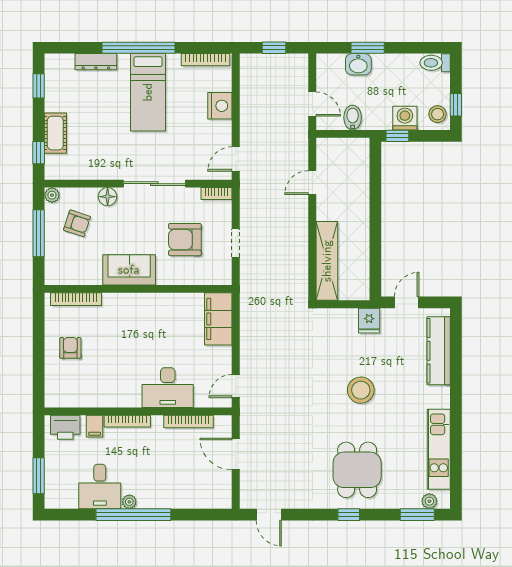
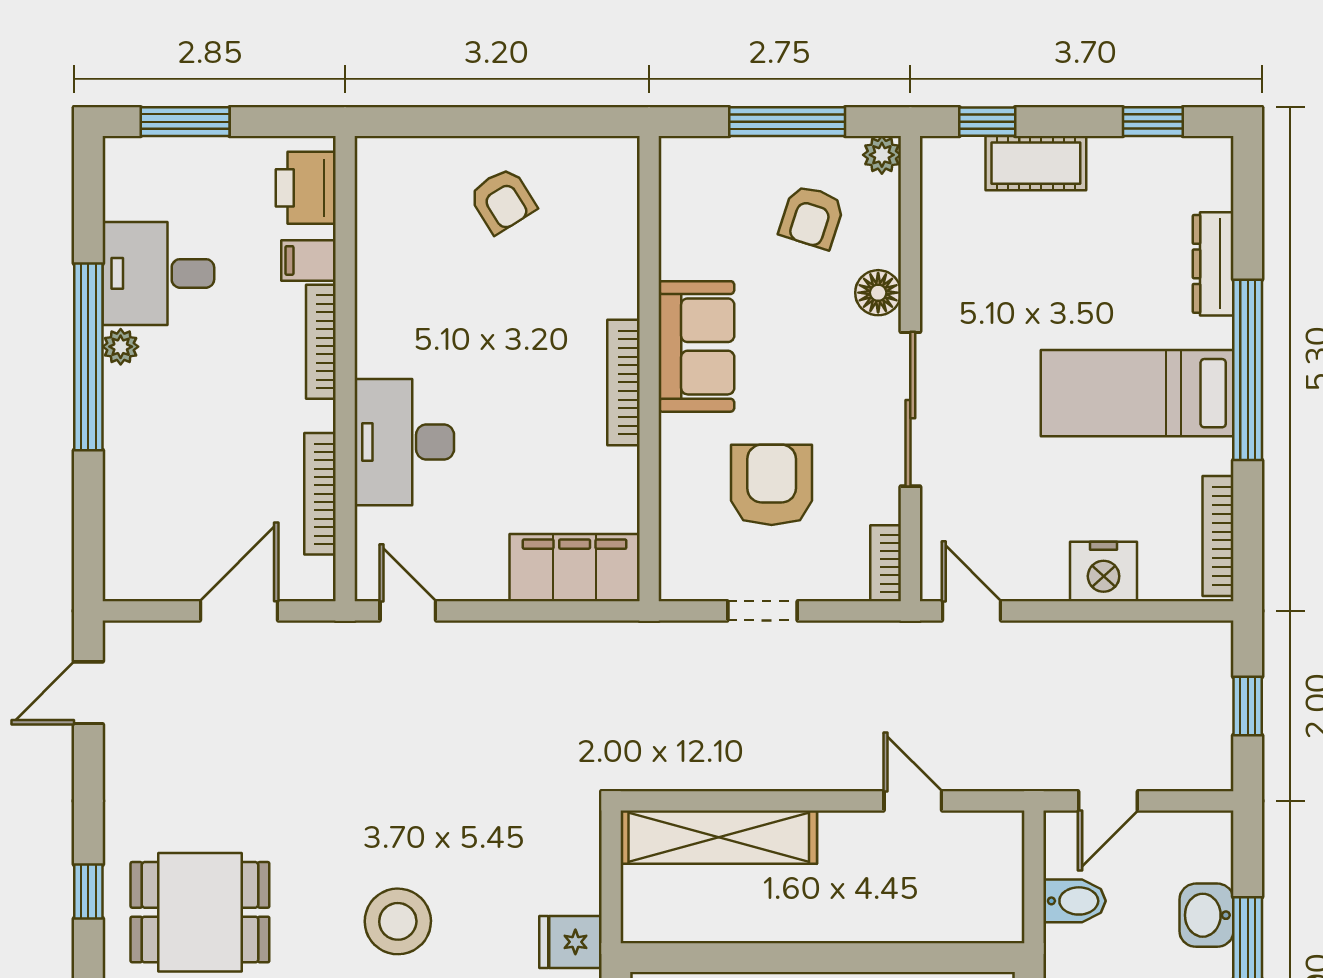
bookcase: (76, 299) -> (623, 382), moved
armchair: (70, 348) -> (503, 200), turned 58

